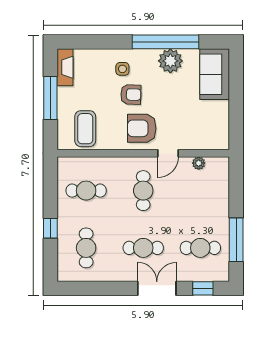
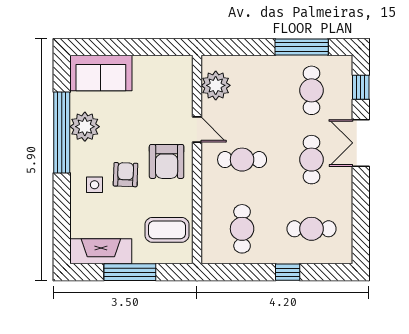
fireplace: (65, 67) -> (101, 251), width x1.37, depth x1.32
plant: (199, 163) -> (216, 85), width x1.88, depth x1.88

